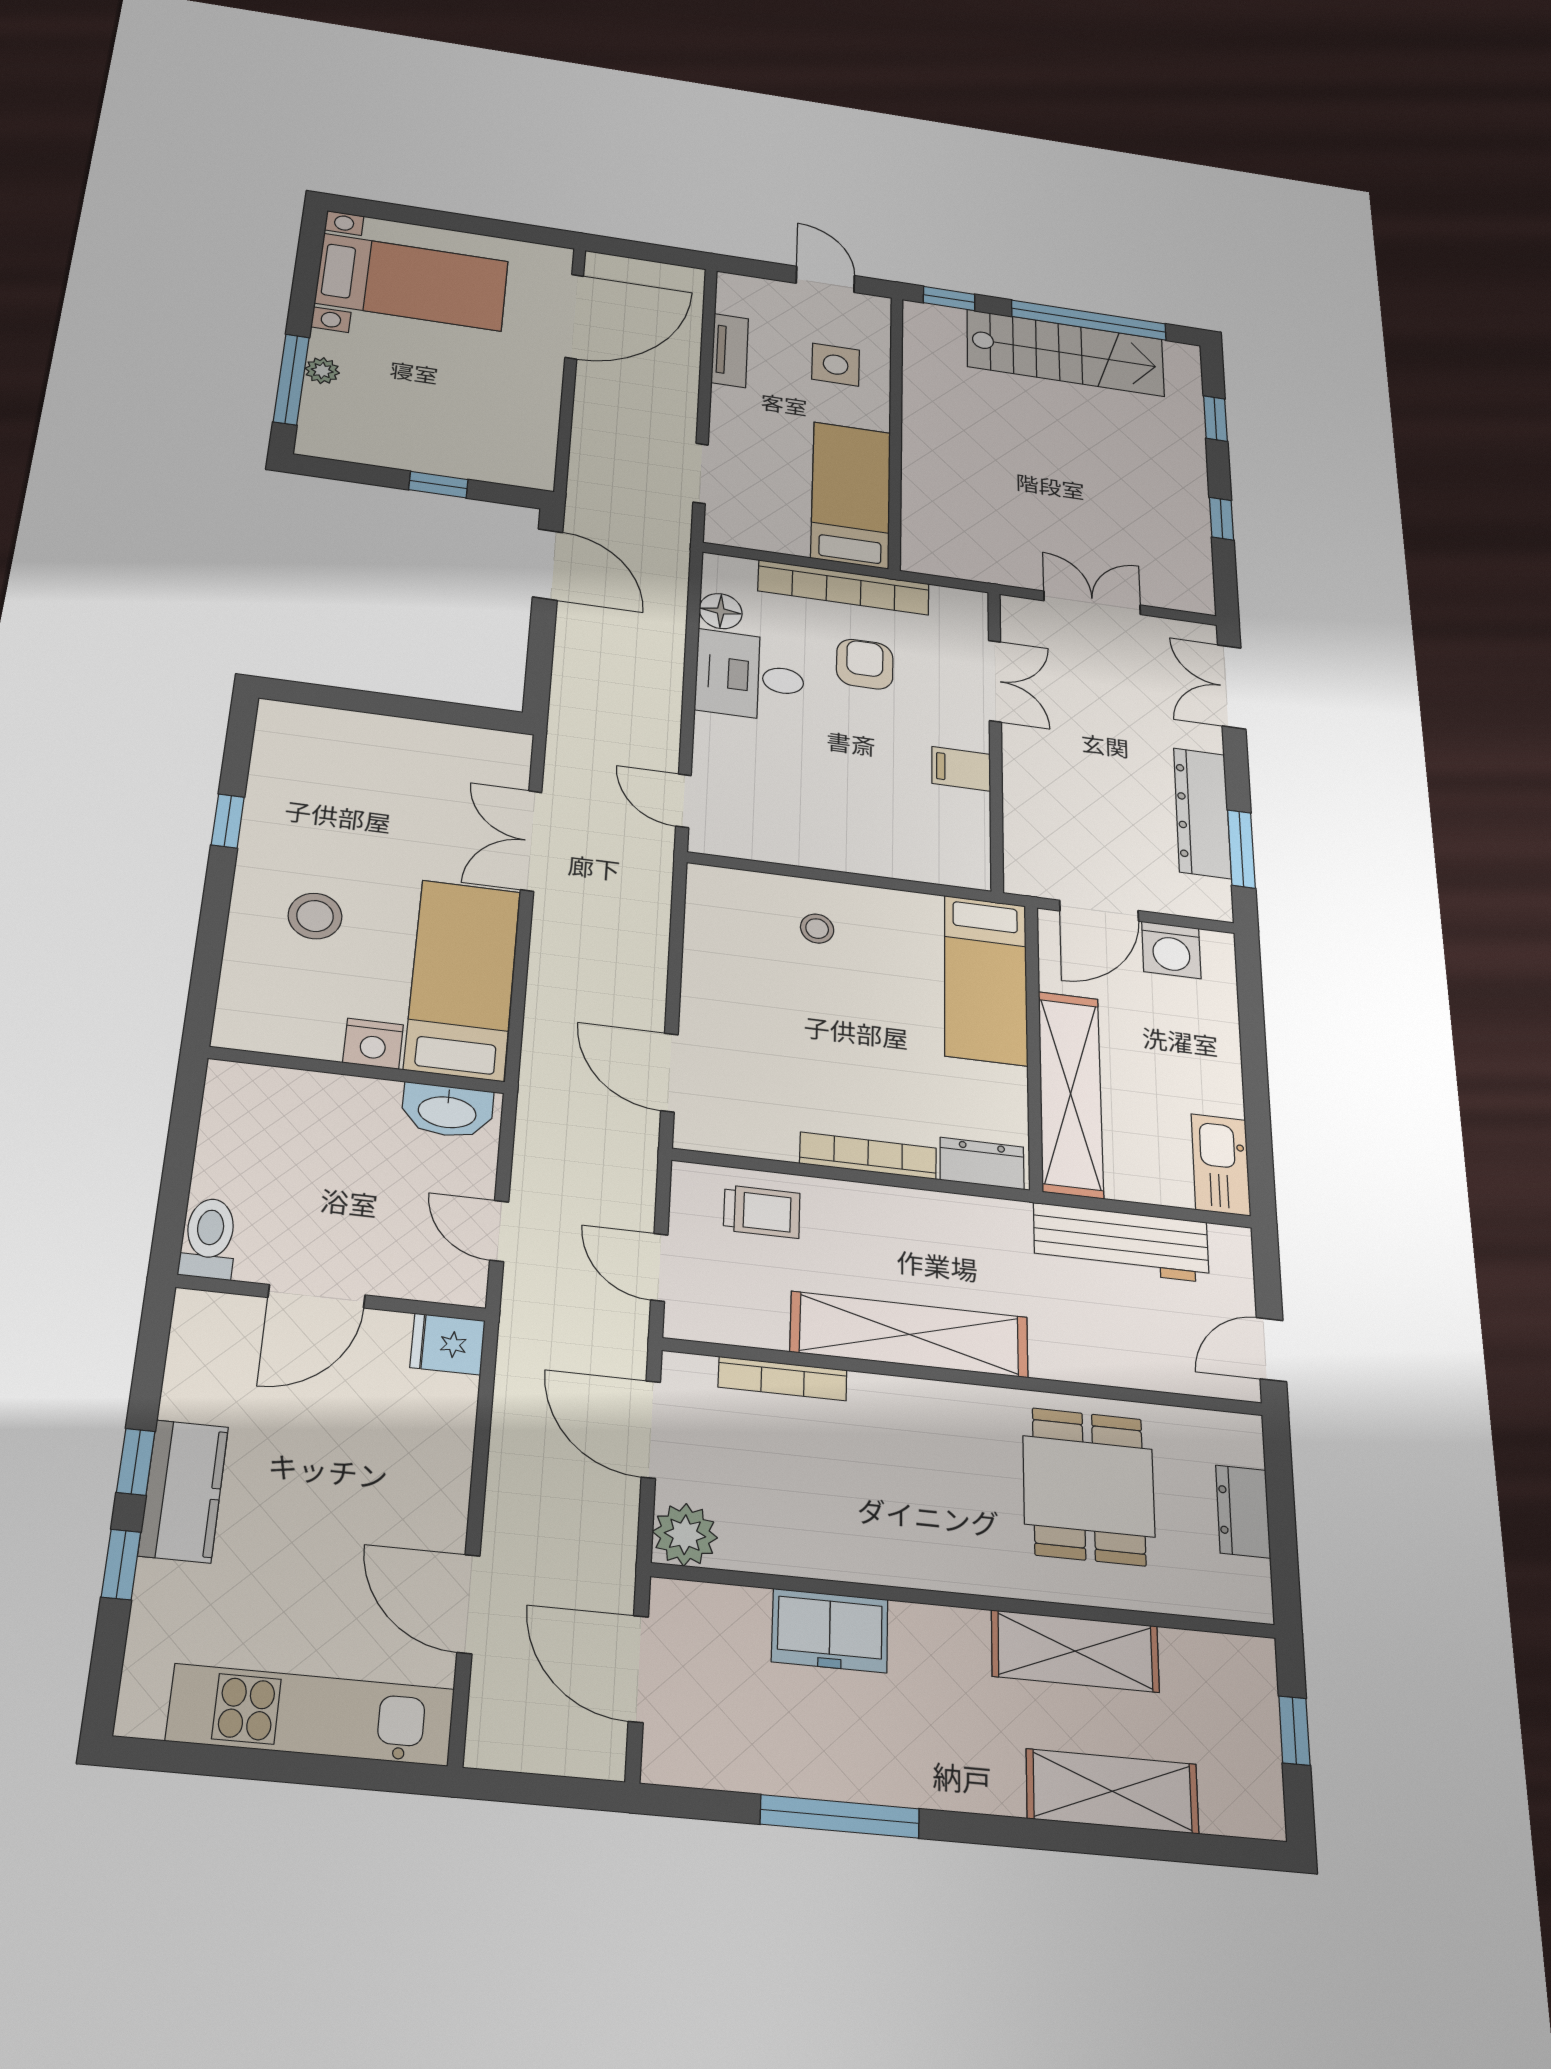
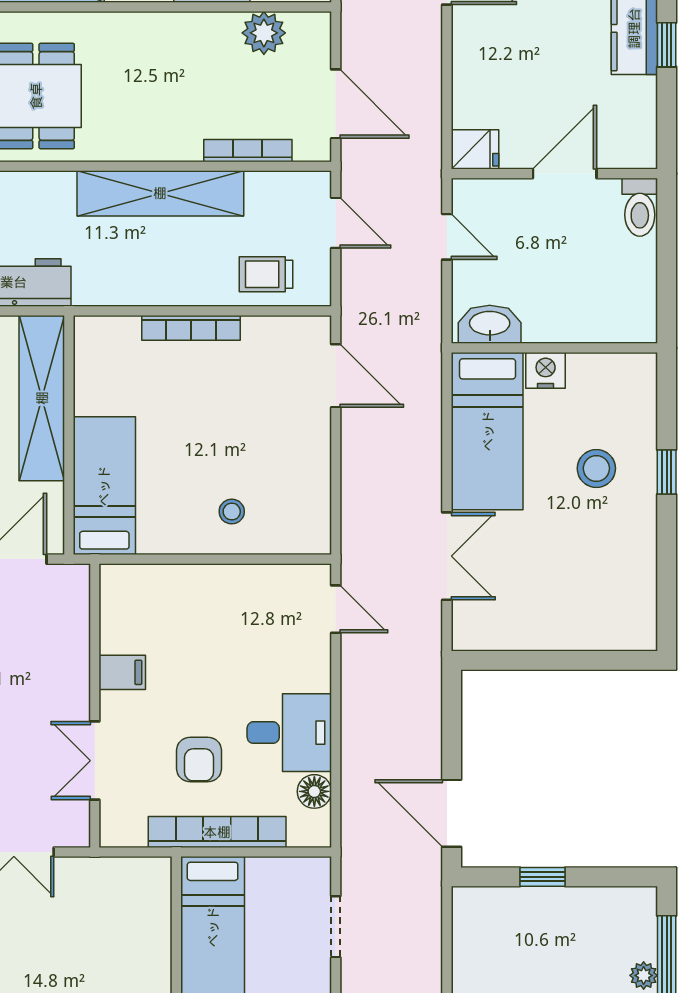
window: (228, 821) -> (667, 472), moved
dresser: (982, 1163) -> (108, 332), removed
plant: (685, 1535) -> (264, 33), moved

